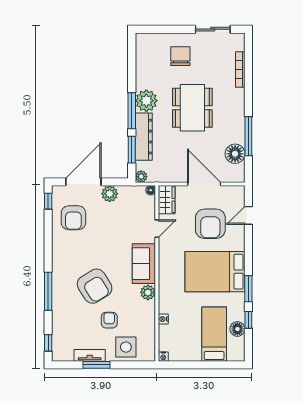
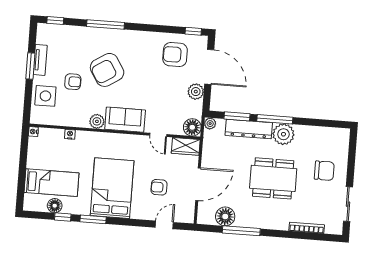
floor lamp: (151, 190) -> (192, 127), width x1.89, depth x1.89
door: (248, 215) -> (164, 225), hinge flipped
armchair: (210, 224) -> (159, 187), width x0.53, depth x0.53

